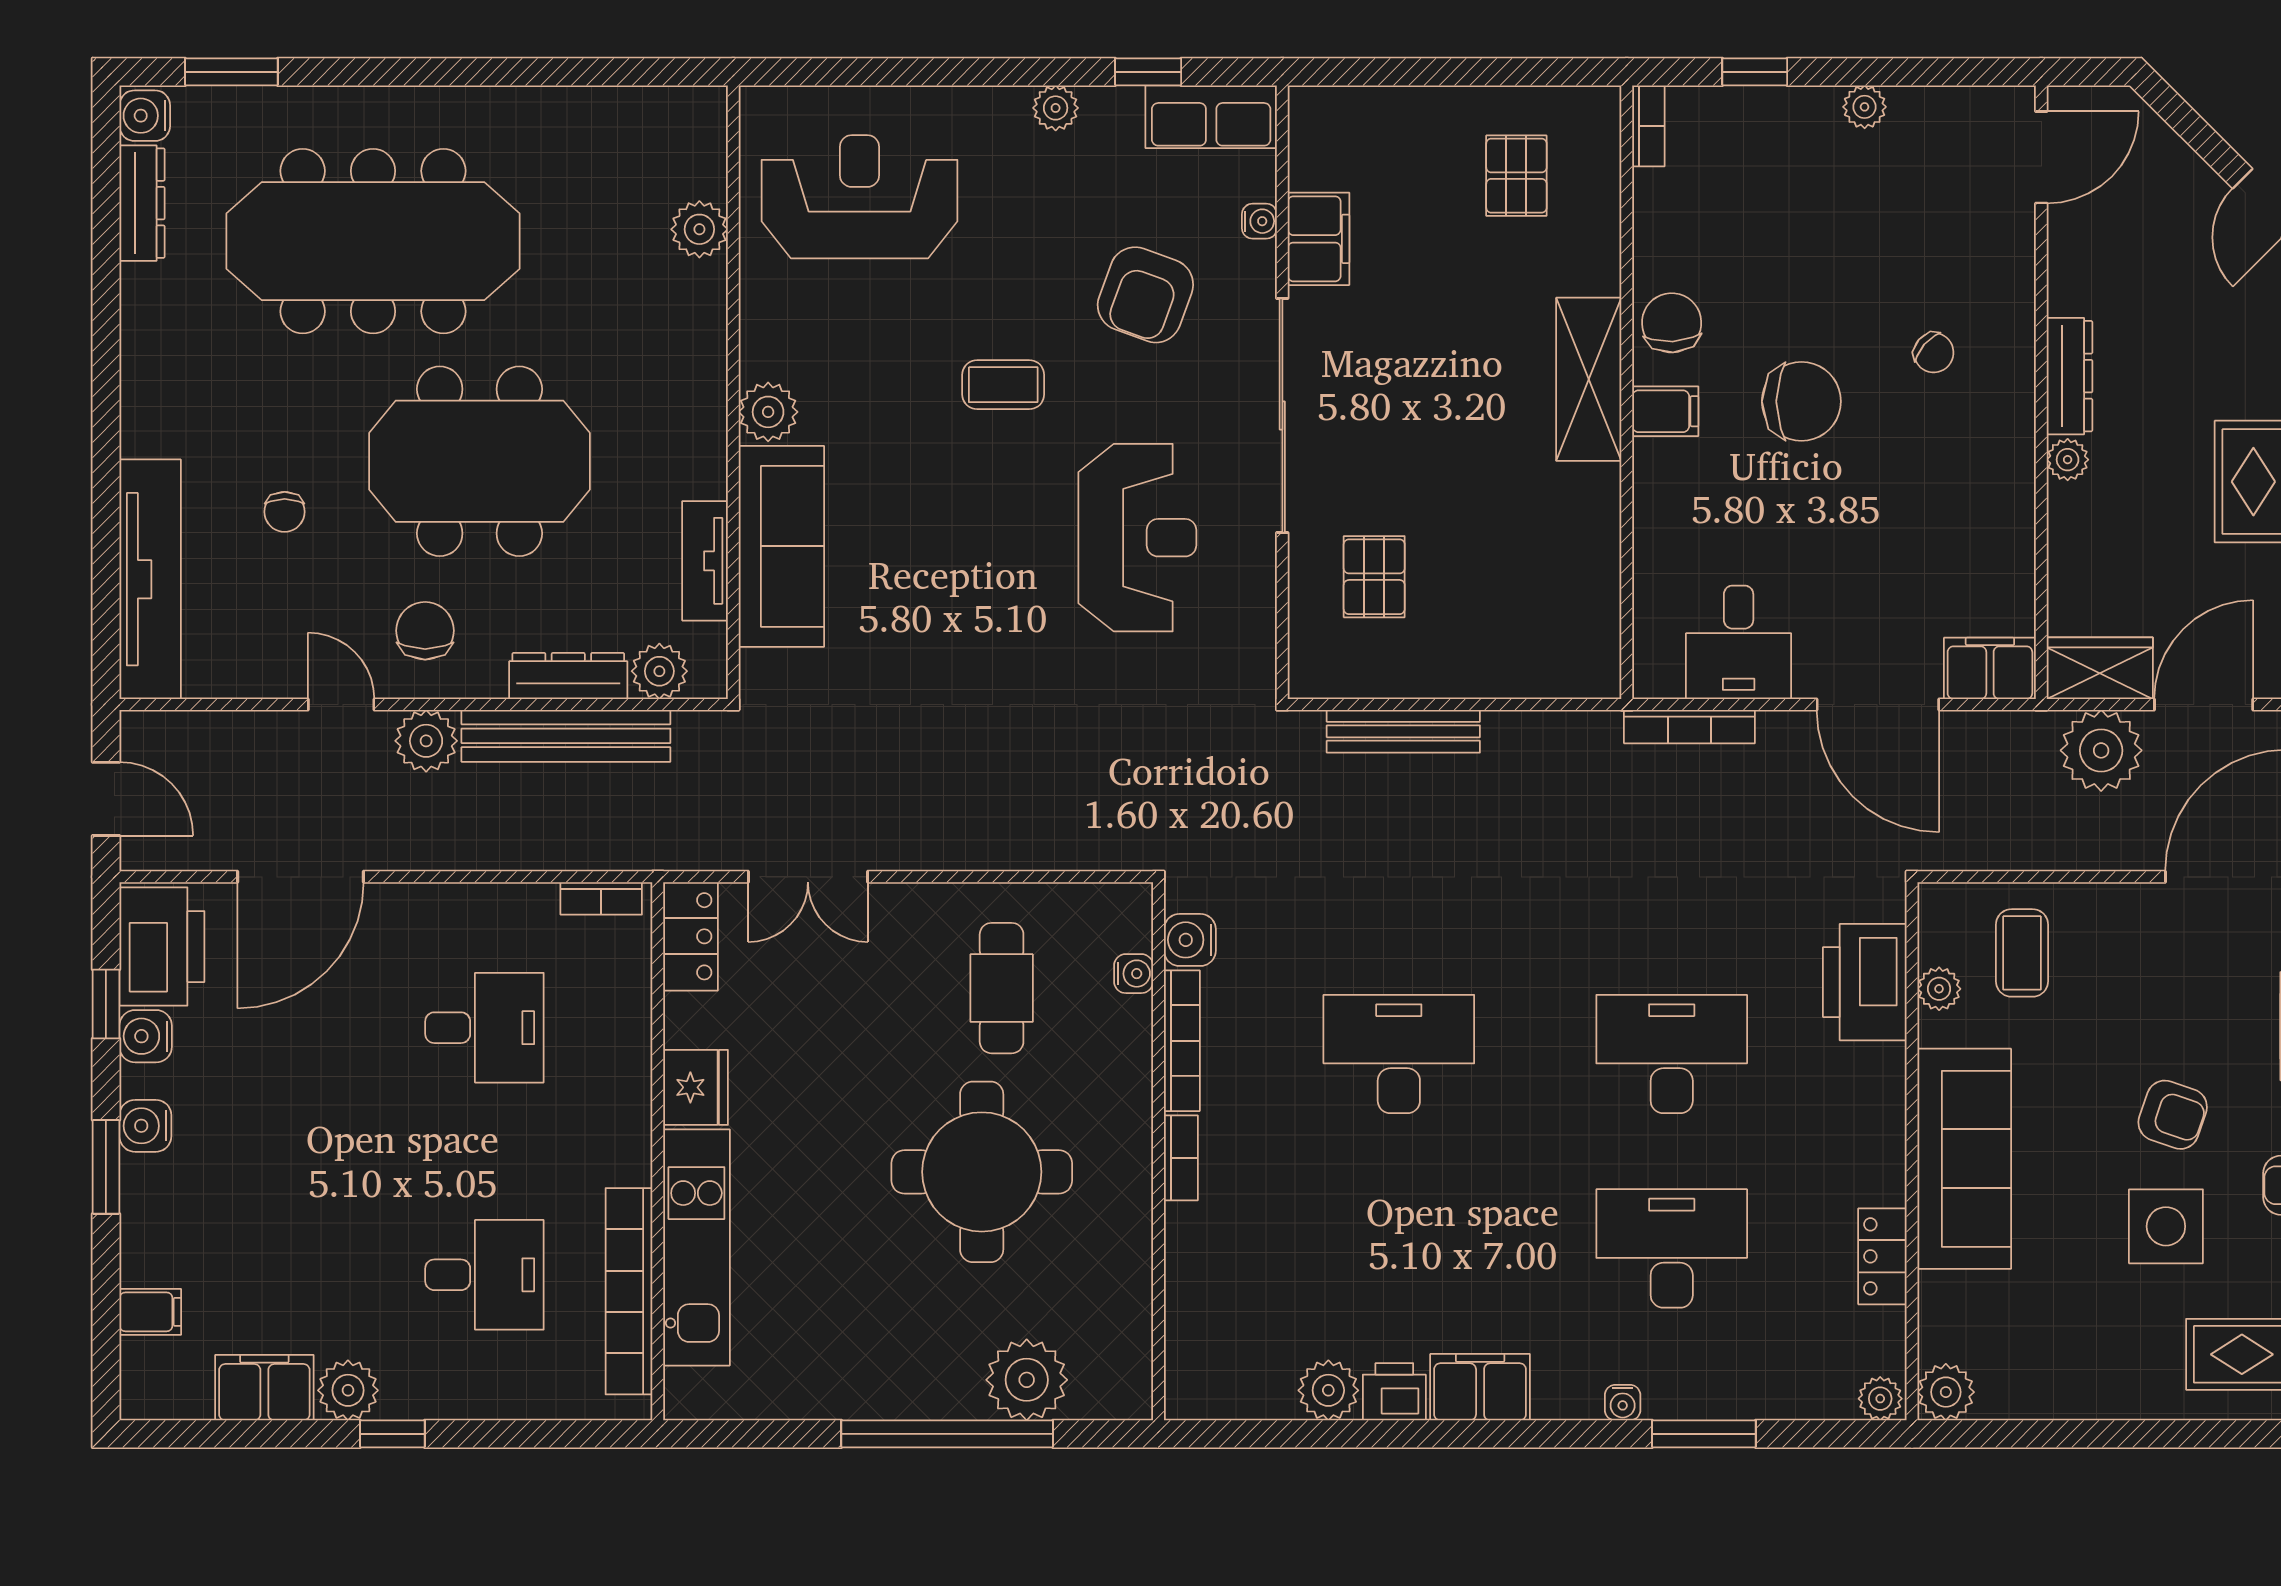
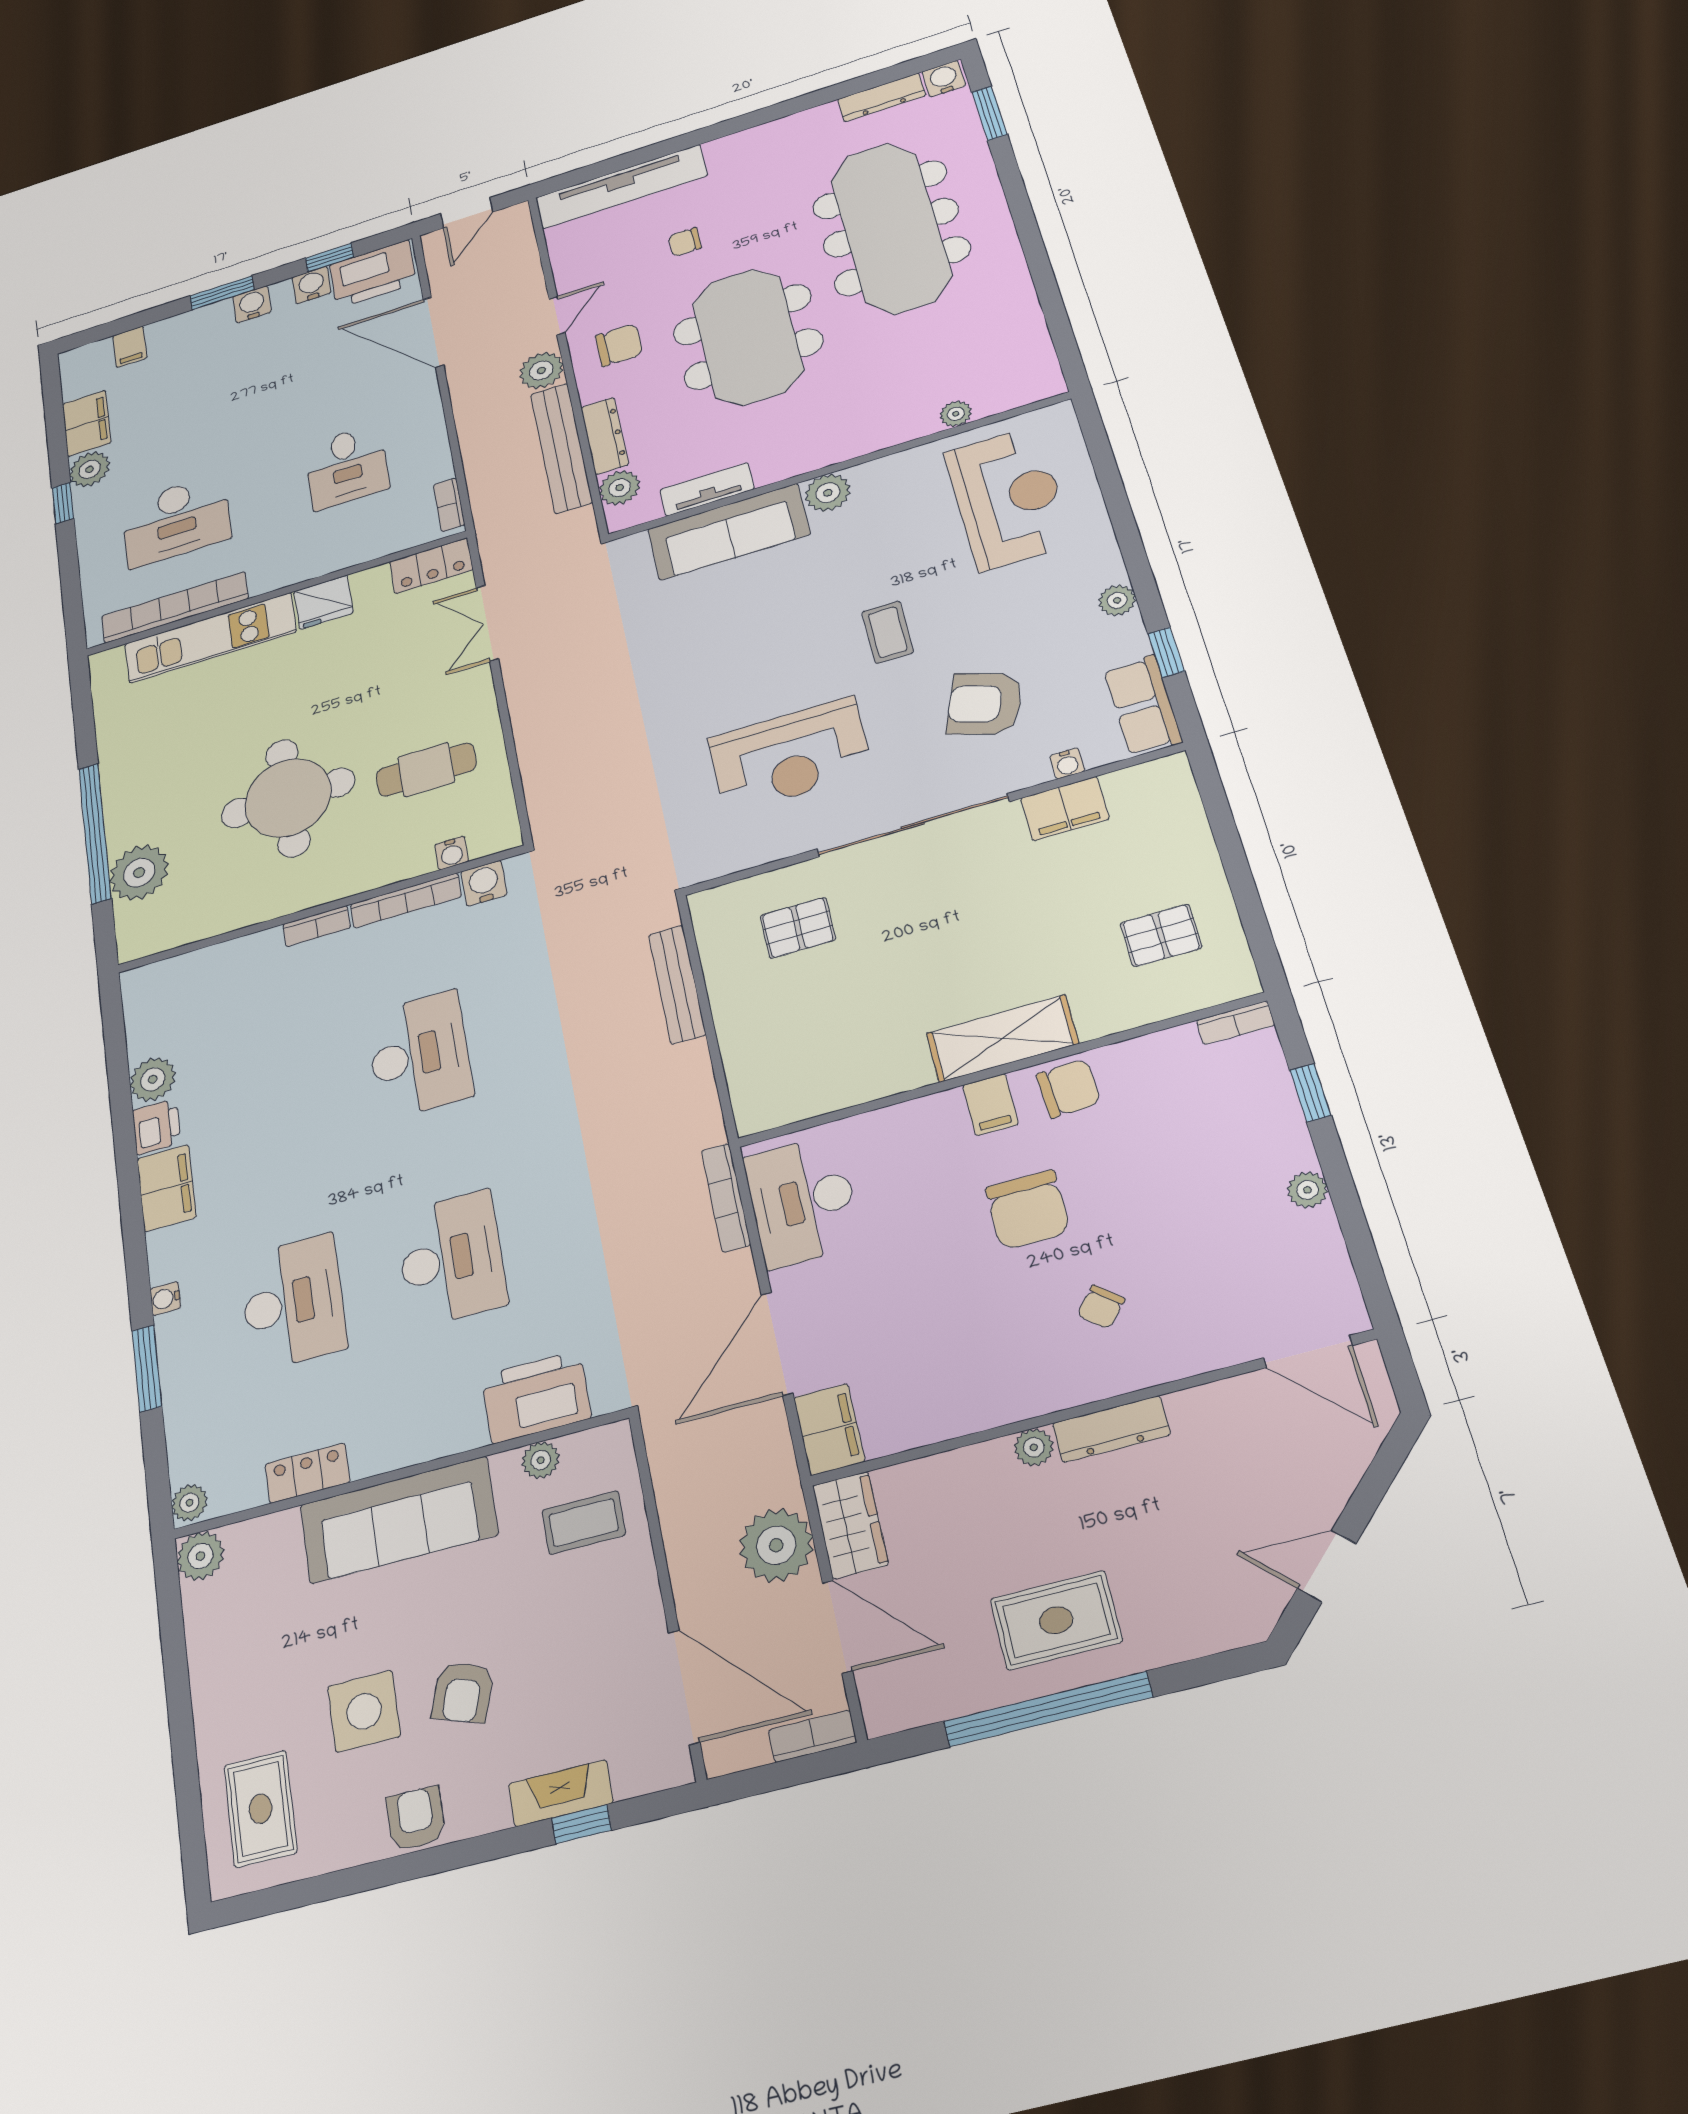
plant: (699, 229) -> (956, 414), width x0.73, depth x0.73
desk: (1739, 642) -> (802, 1201), width x1.37
desk: (484, 1275) -> (176, 521), width x1.37

